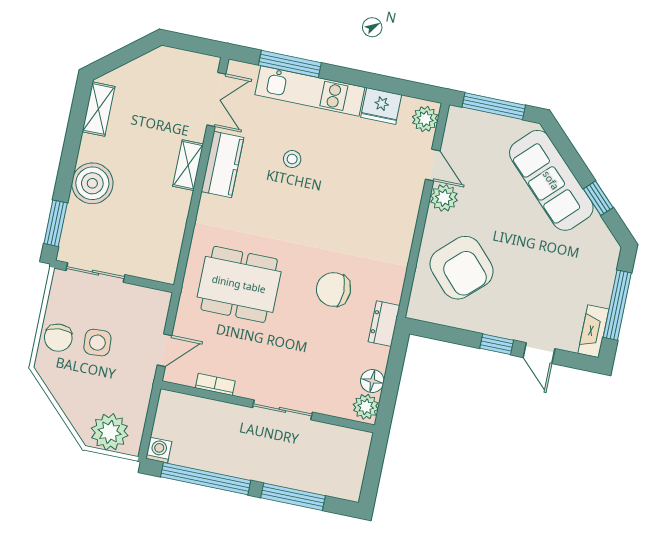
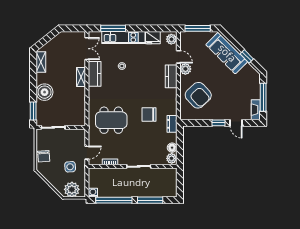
kitchen counter: (405, 209) -> (171, 76), added
side table: (97, 343) -> (70, 167), moved

